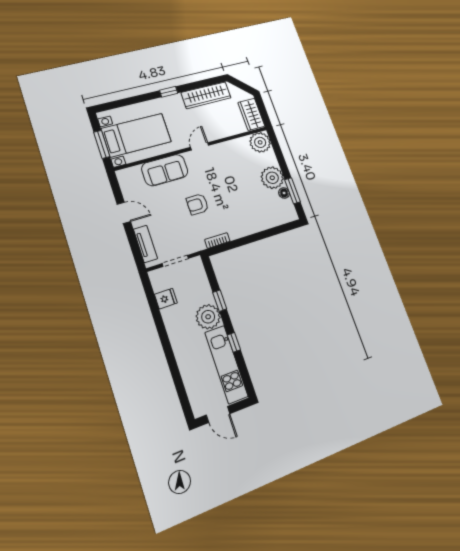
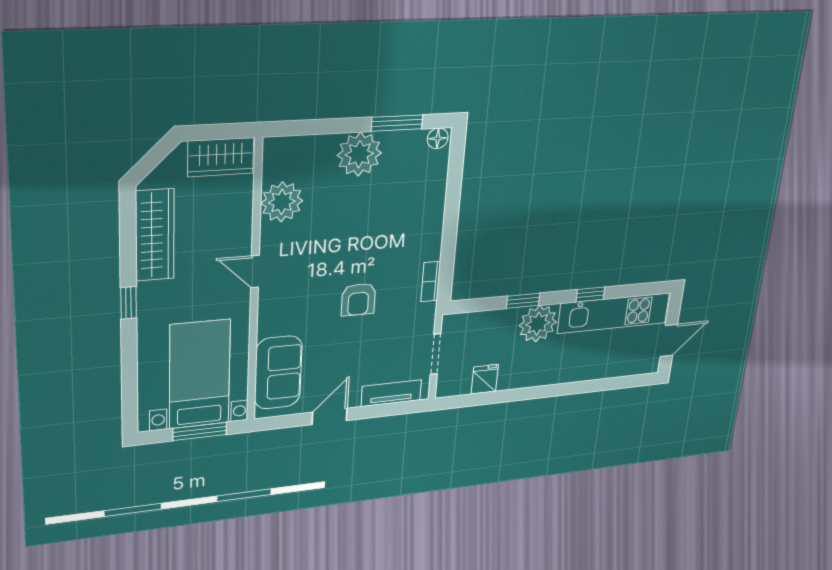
plant: (260, 142) -> (282, 202), moved
sofa: (165, 170) -> (278, 373), moved
floor lamp: (284, 193) -> (438, 138), moved

